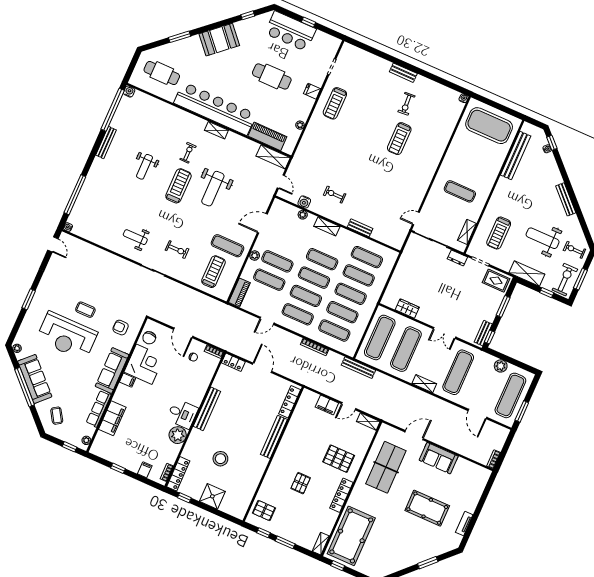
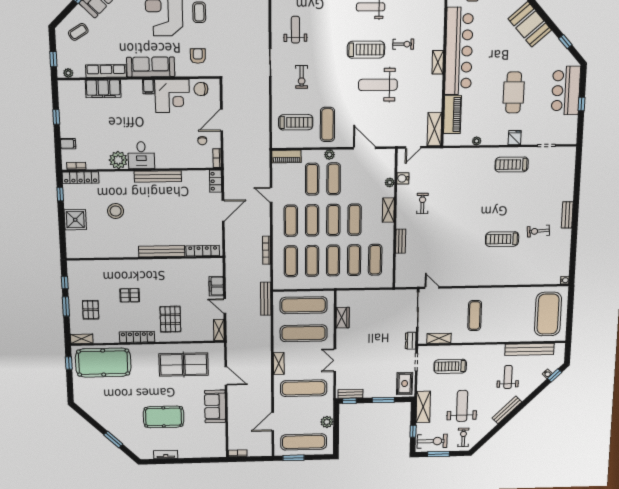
weight bench: (534, 185) -> (508, 377), added
pool table: (427, 508) -> (164, 417), turned 90
pallet: (264, 511) -> (91, 310), moved

